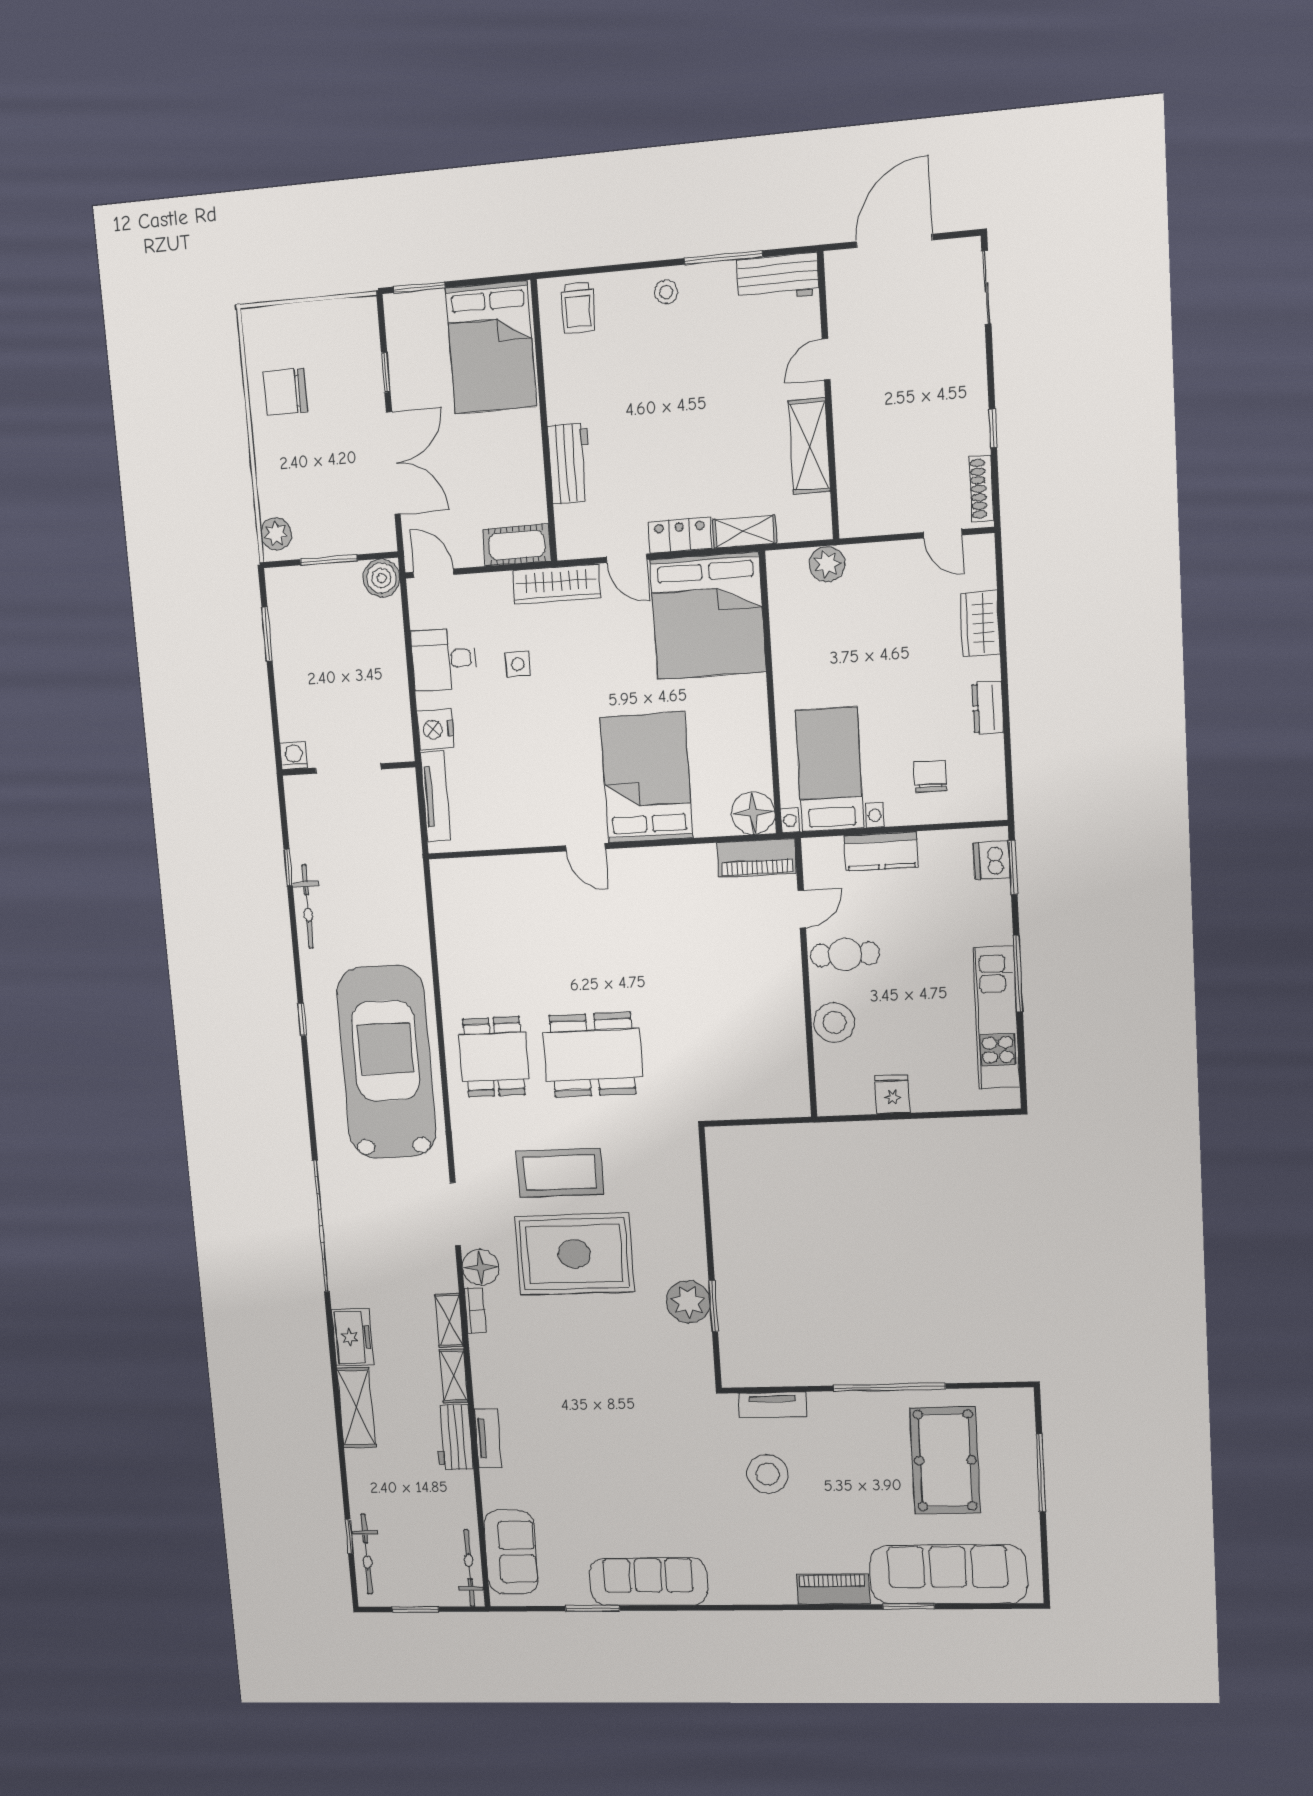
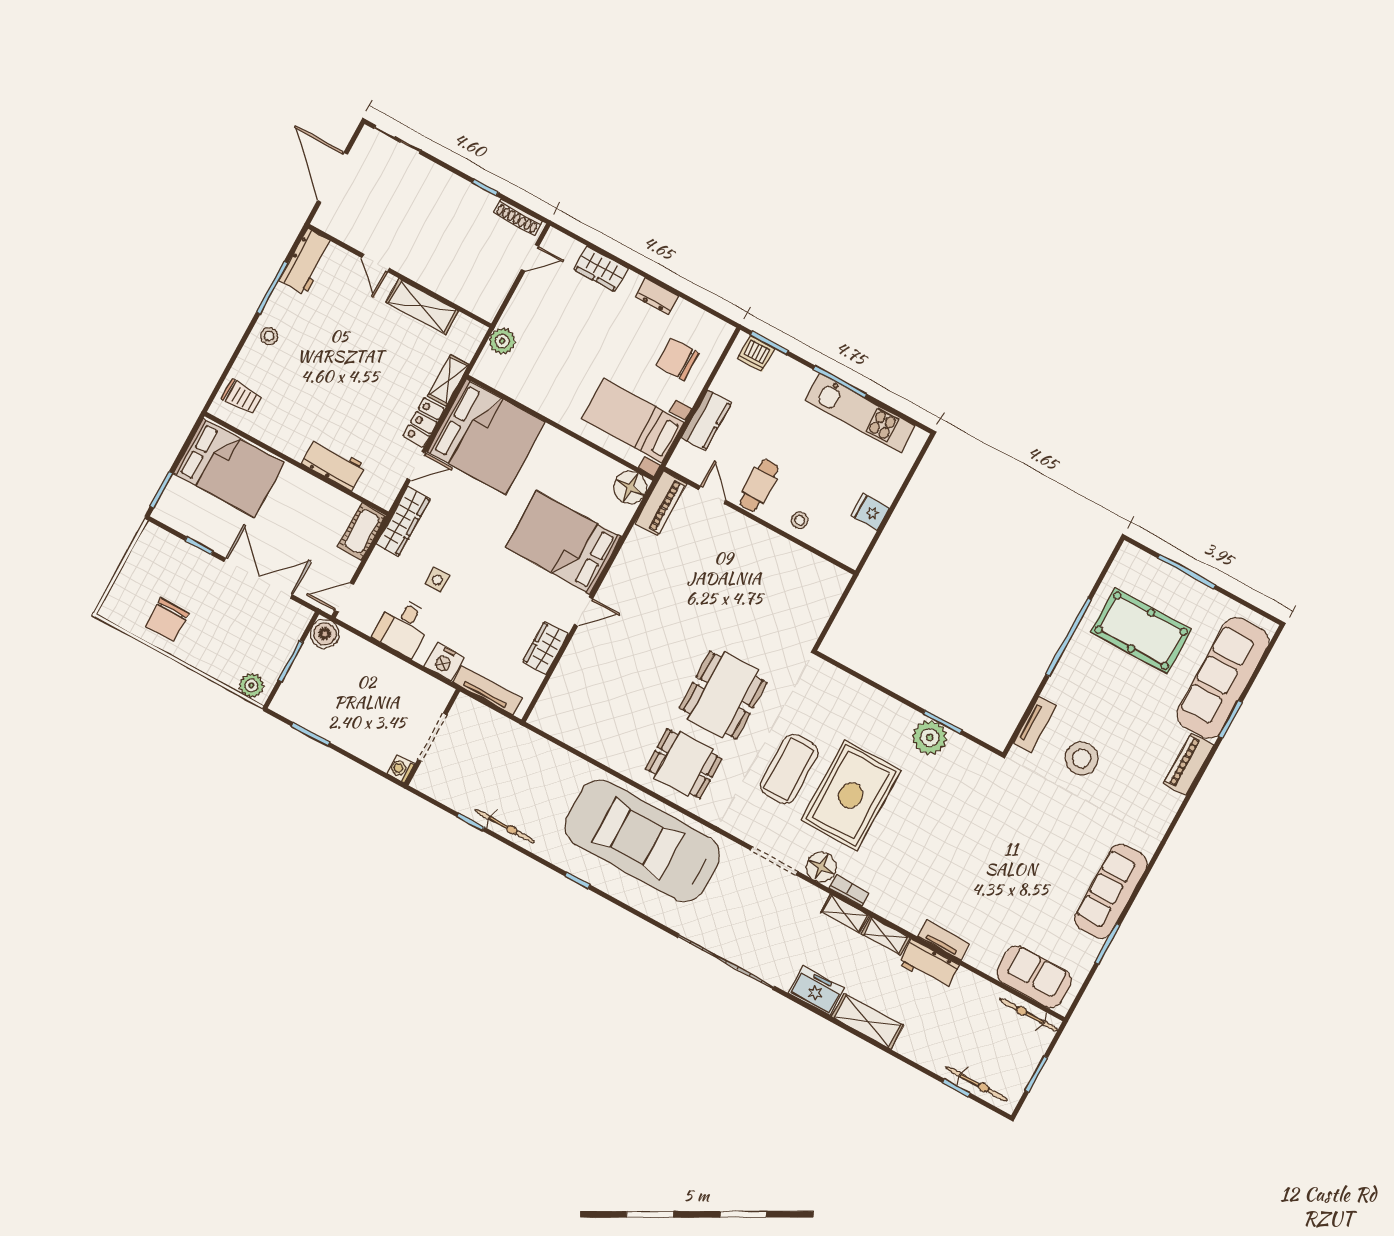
chair: (930, 776) -> (678, 359), width x1.37, depth x1.37
wardrobe: (520, 831) -> (545, 648), added
stool: (834, 1023) -> (800, 520), width x0.53, depth x0.53

